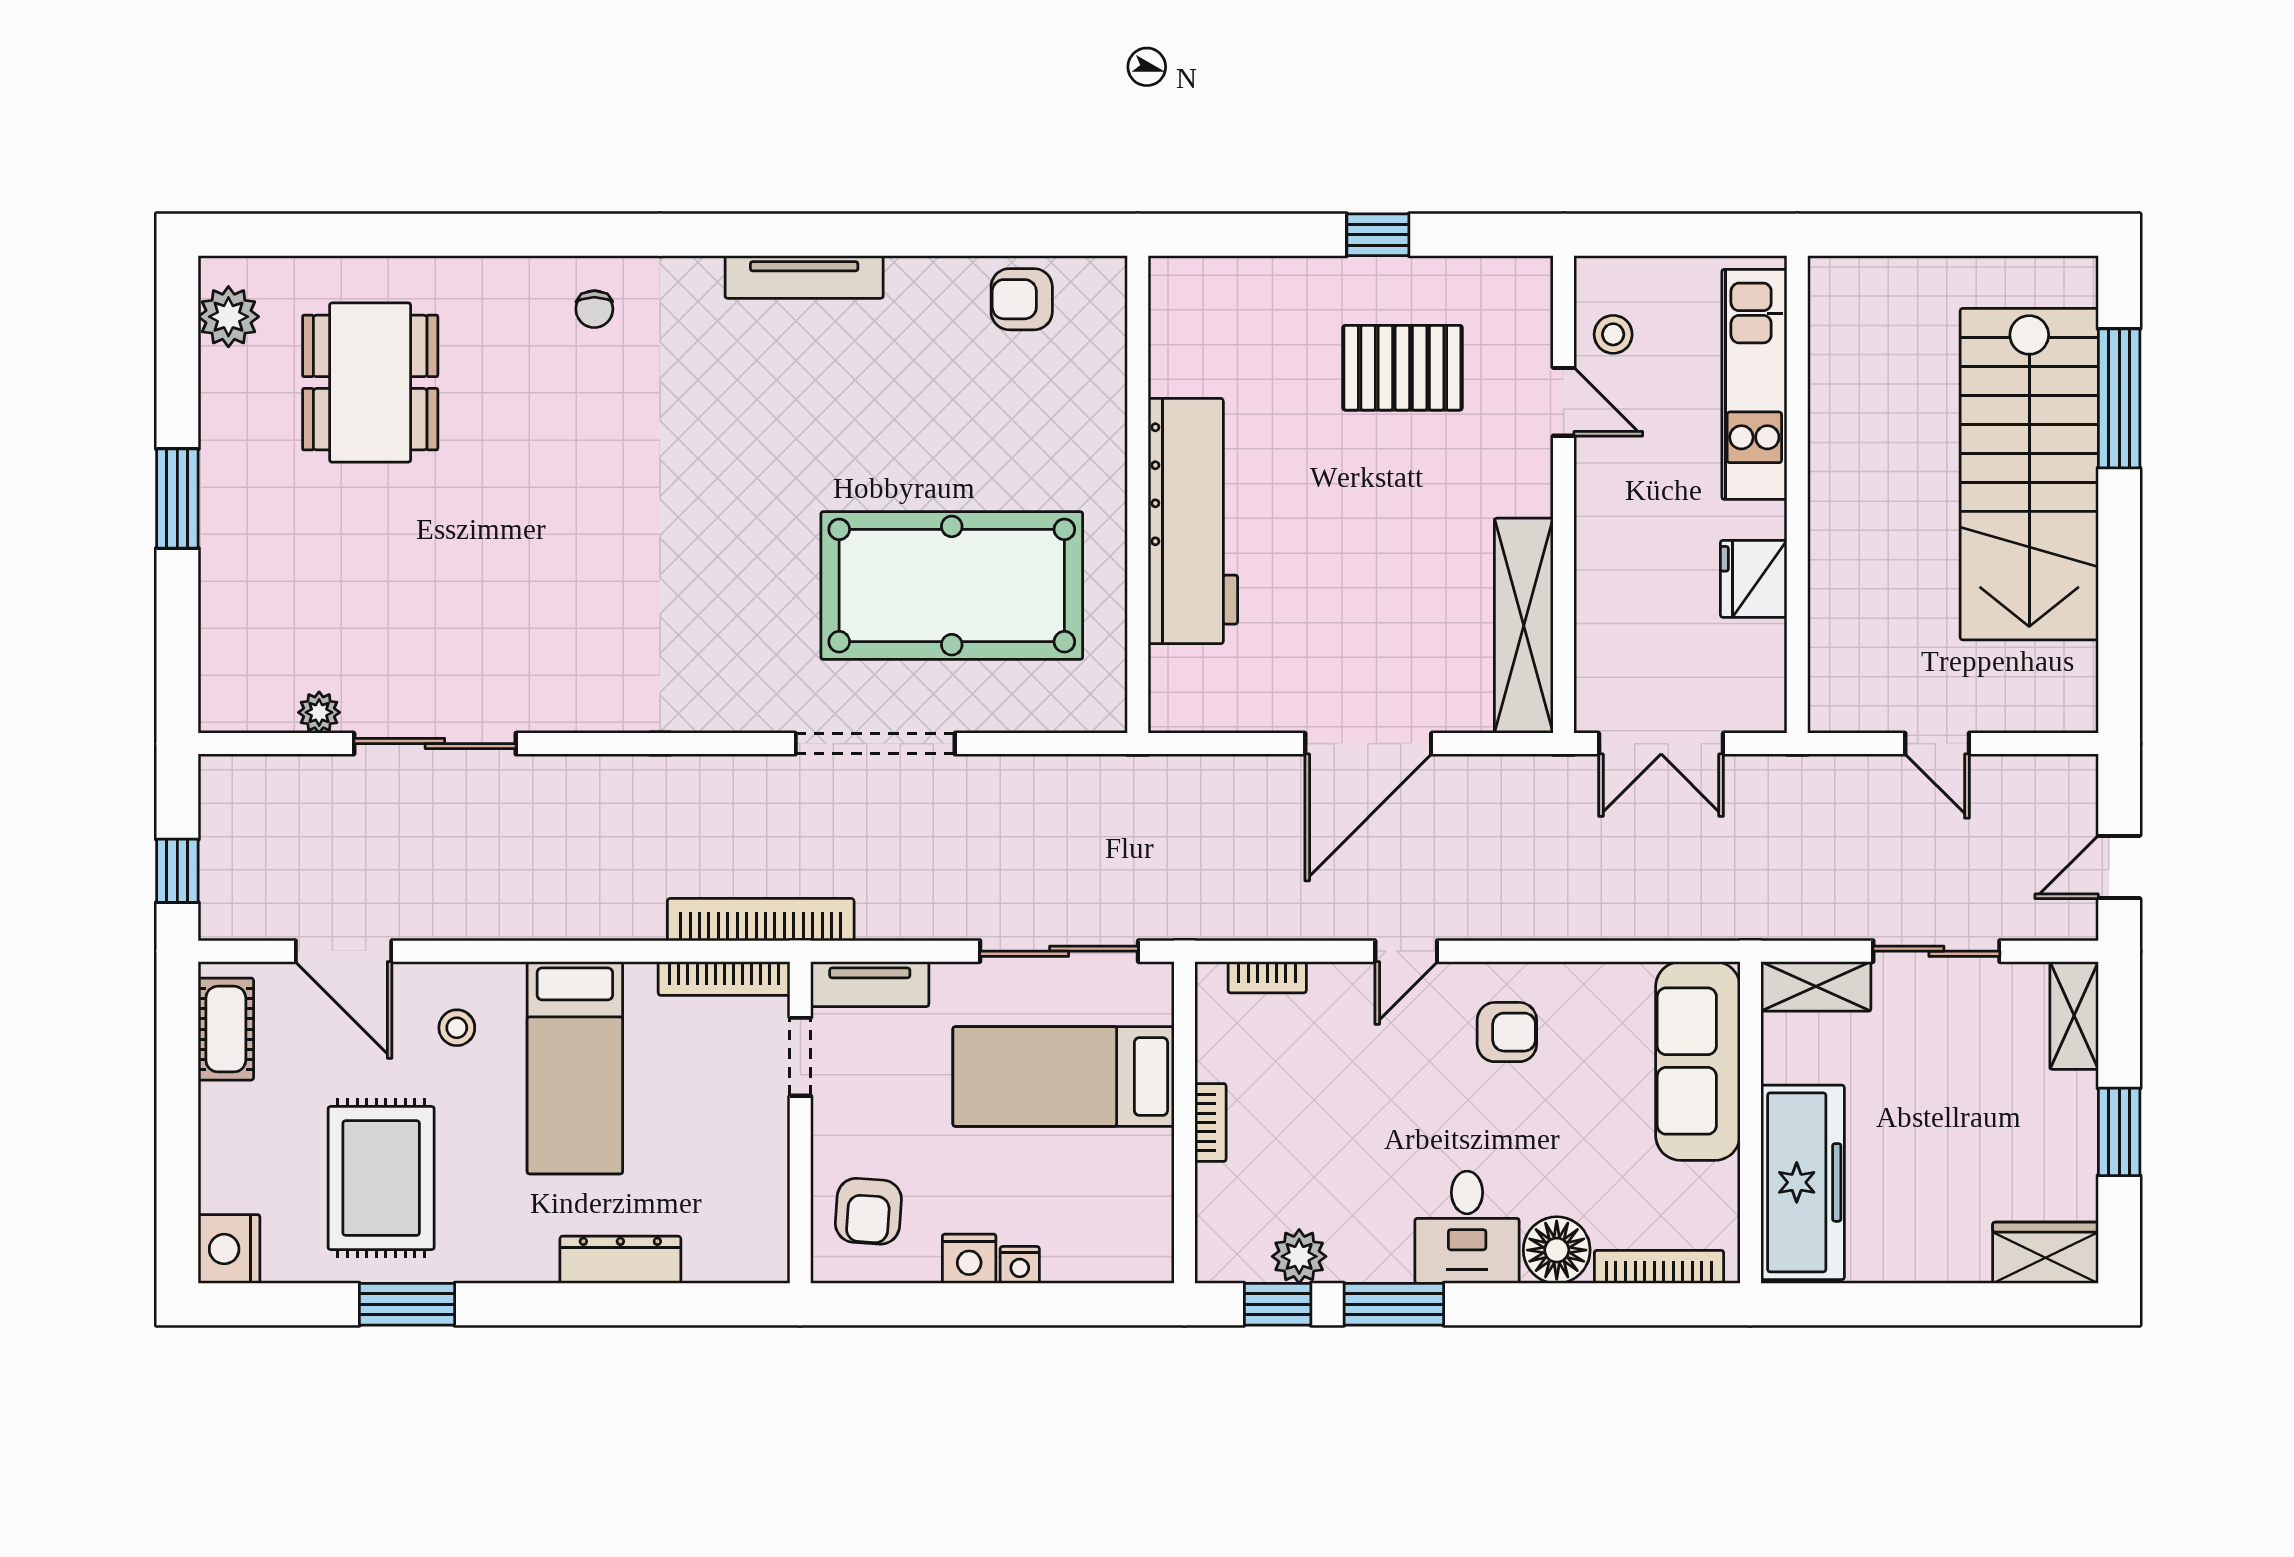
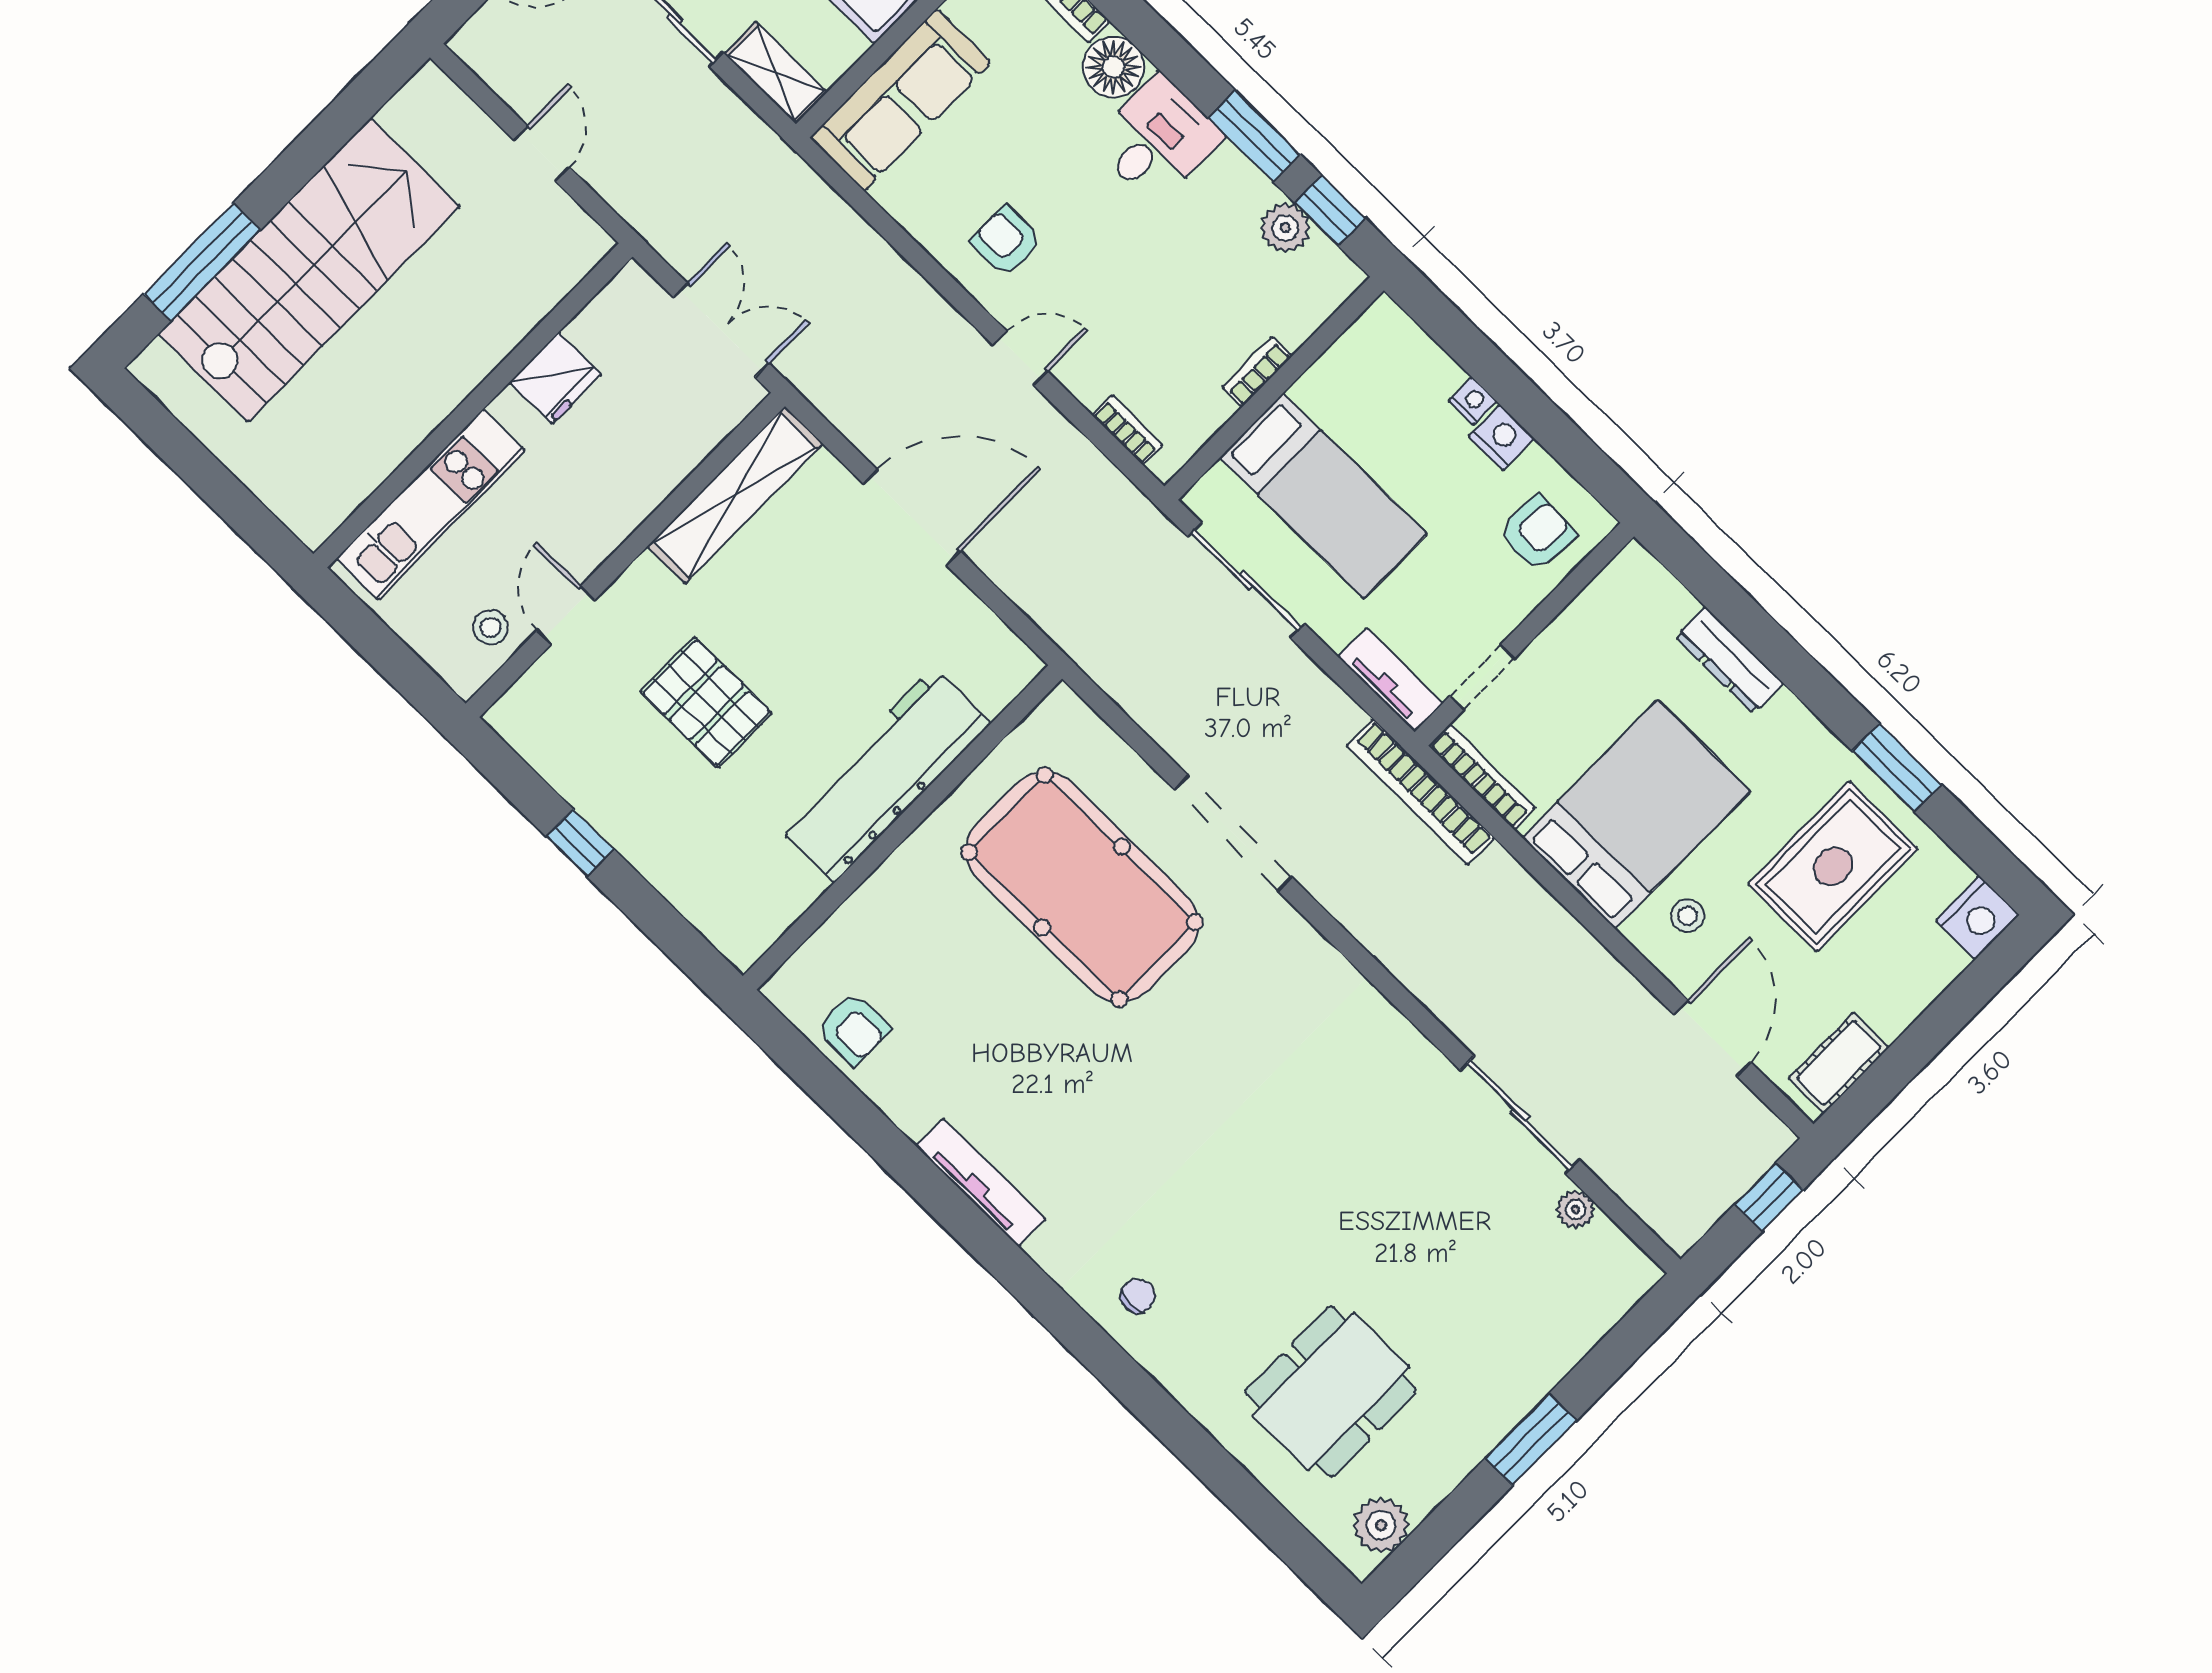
pallet: (1402, 368) -> (706, 702), moved
bed: (575, 1068) -> (1636, 814), width x1.50

